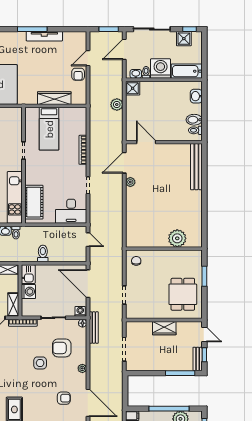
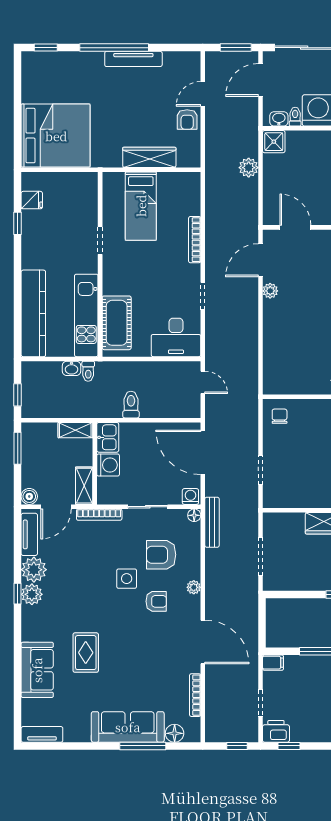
window: (32, 29) -> (114, 48), width x1.46
armchair: (64, 398) -> (156, 601), moved

